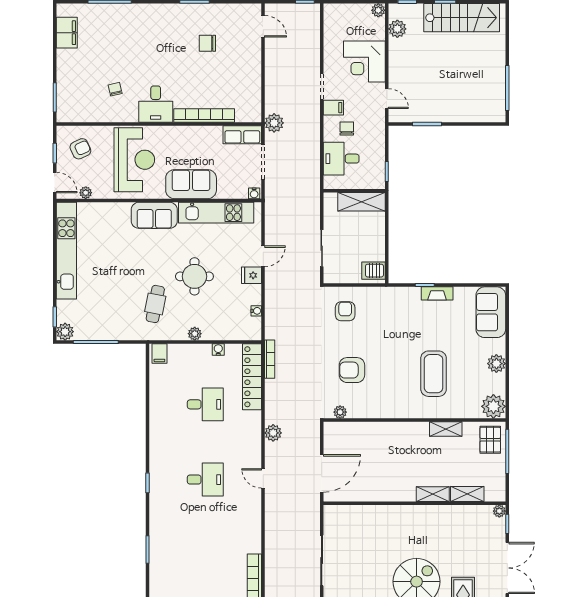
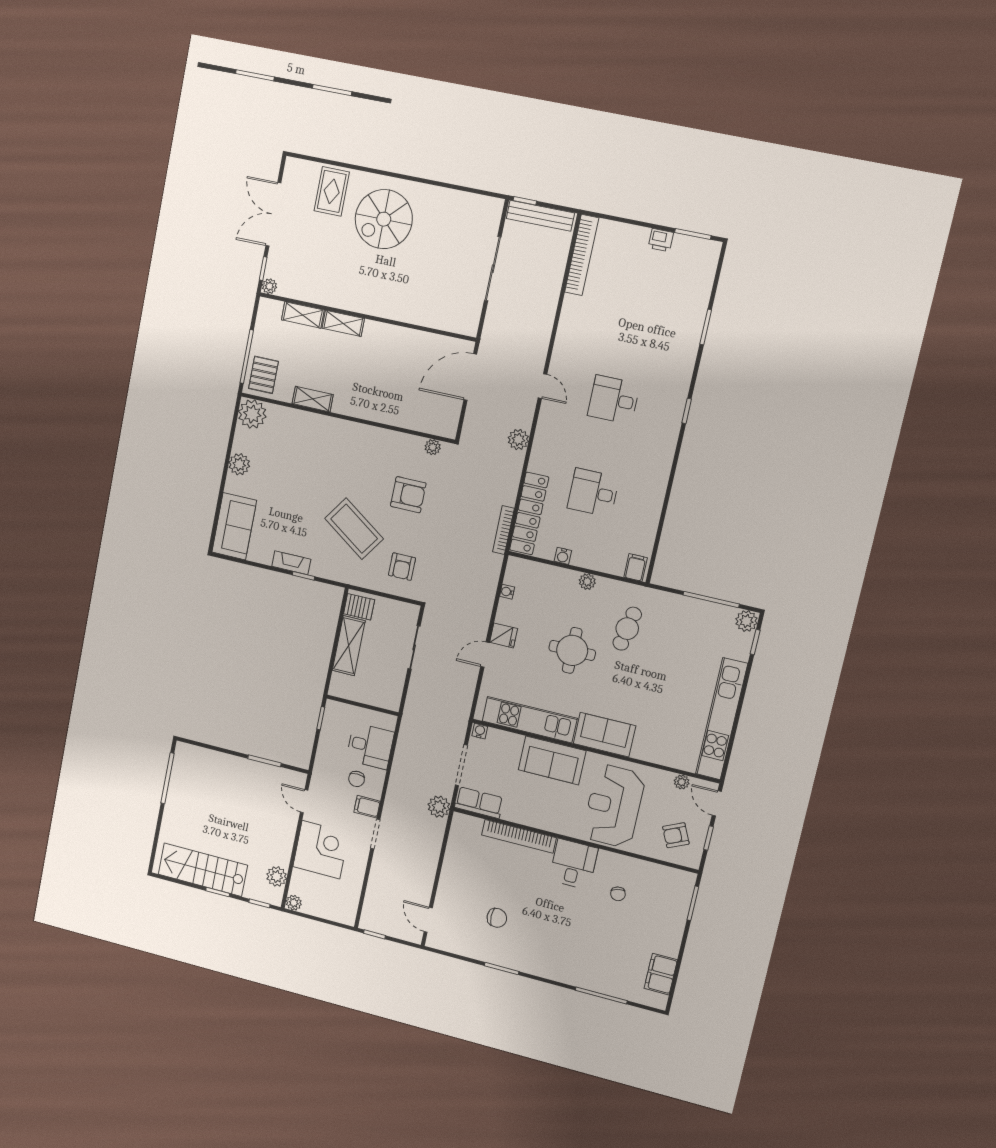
shelving: (361, 202) -> (349, 646), moved, turned 90
coffee table: (434, 374) -> (354, 529), moved, turned -55

